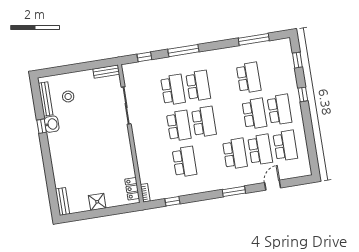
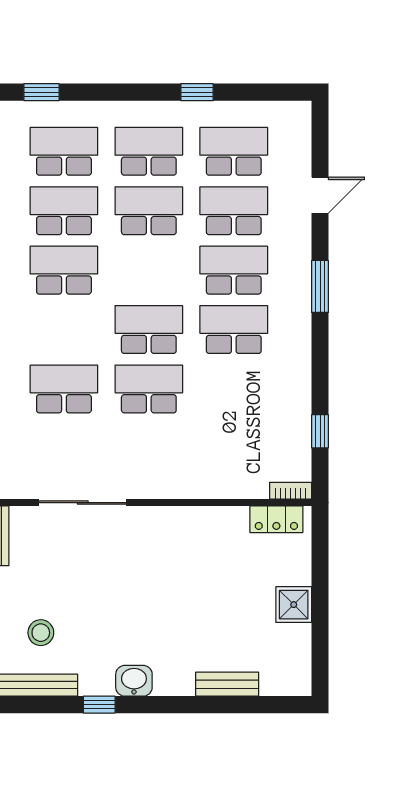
school desk: (274, 74) -> (64, 151), added
school desk: (198, 86) -> (64, 270), moved
window: (303, 94) -> (197, 92), moved
washbasin: (52, 124) -> (134, 681), moved
school desk: (185, 162) -> (234, 330), moved
door: (273, 185) -> (320, 195), swing flipped
bench: (62, 201) -> (227, 684), moved

